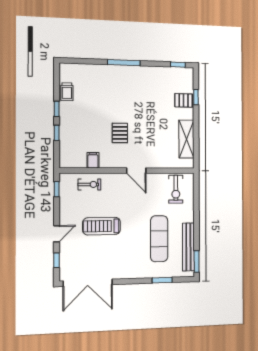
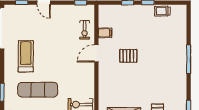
door: (136, 171) -> (96, 53), moved
treadmill: (102, 226) -> (26, 56), moved

